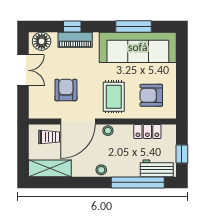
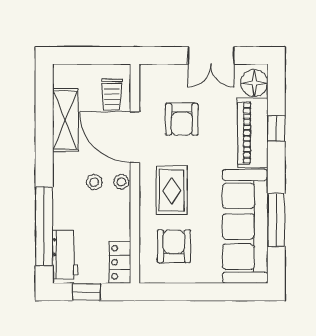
piano: (75, 40) -> (253, 133), width x1.37, depth x1.33
armchair: (66, 90) -> (182, 119), turned 90
rug: (114, 97) -> (172, 190), turned 90
locker: (147, 132) -> (120, 262), moved
shelving: (50, 168) -> (65, 120), moved
stool: (101, 170) -> (94, 182), moved

